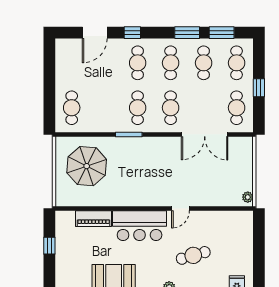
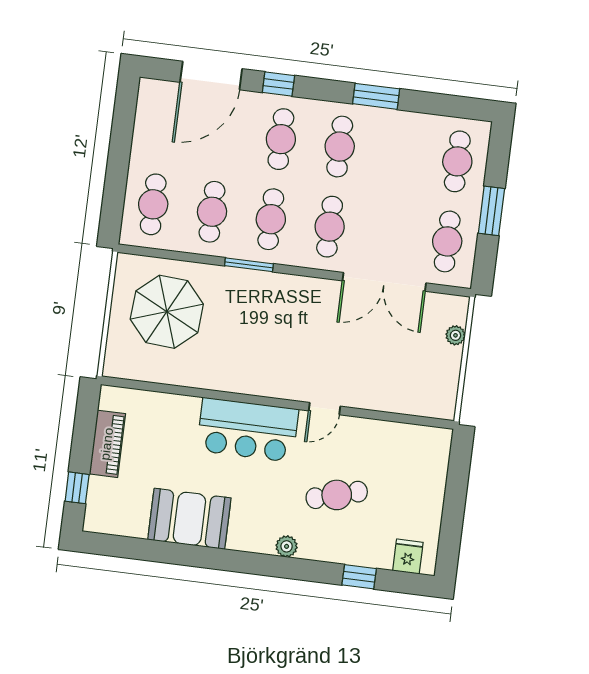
door: (95, 33) -> (211, 75), width x1.36
window: (222, 33) -> (437, 104), removed
cafe table: (204, 63) -> (212, 212), moved
window: (259, 88) -> (491, 211), width x1.50
plant: (248, 197) -> (455, 335), moved
piano: (94, 219) -> (107, 444), moved, turned -90
window: (49, 246) -> (77, 488), moved

